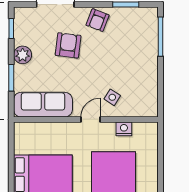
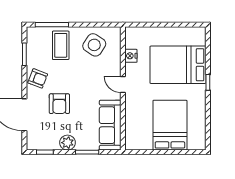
armchair: (68, 45) -> (59, 104), turned -97
coffee table: (136, 47) -> (61, 45), added
side table: (112, 97) -> (94, 45), moved, width x1.87, depth x1.87

